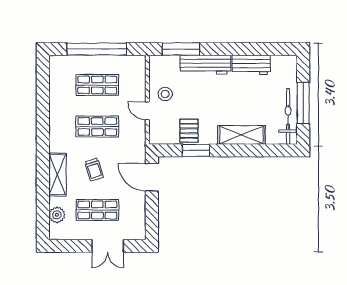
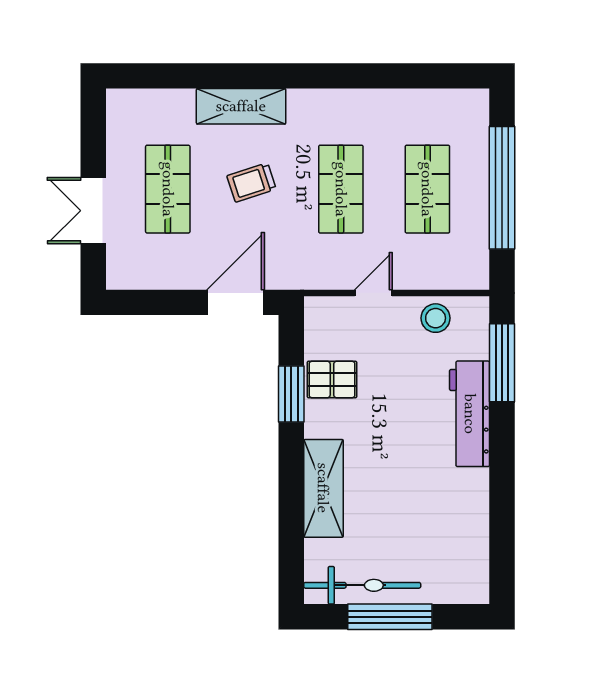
workbench: (251, 65) -> (469, 509), removed
stool: (165, 94) -> (436, 318), moved
plant: (57, 215) -> (157, 105), removed

